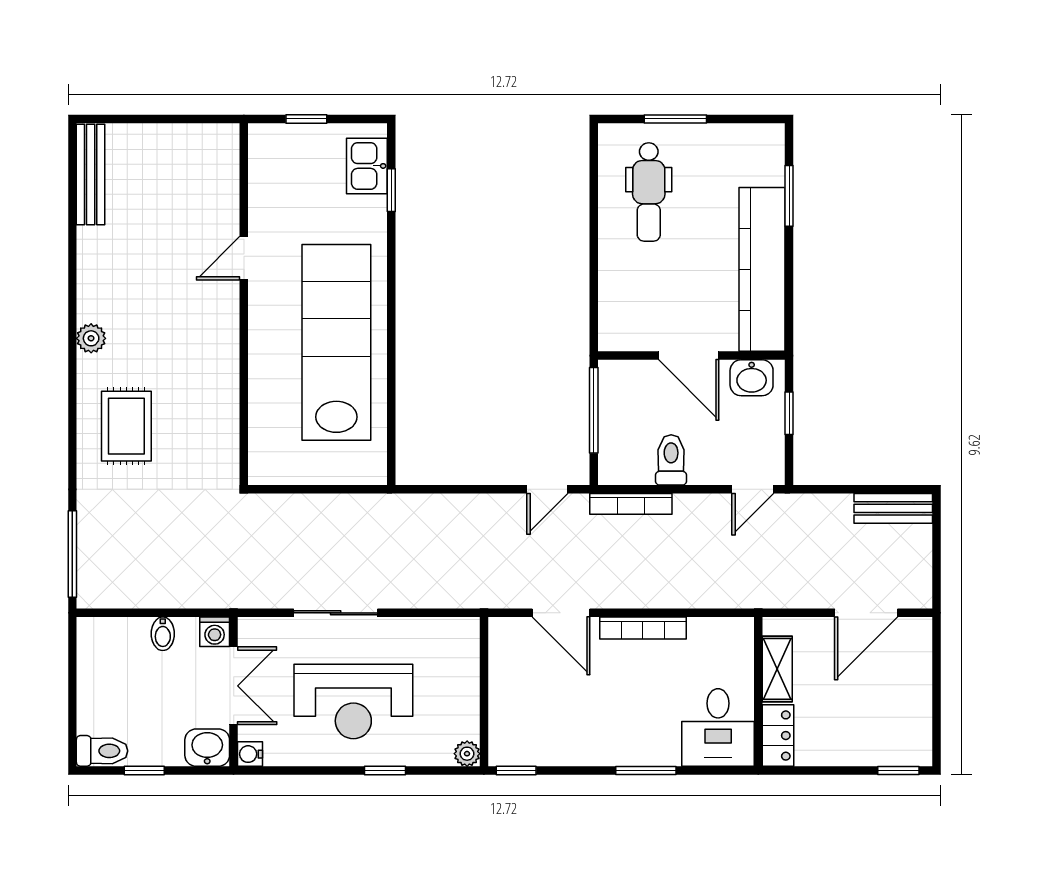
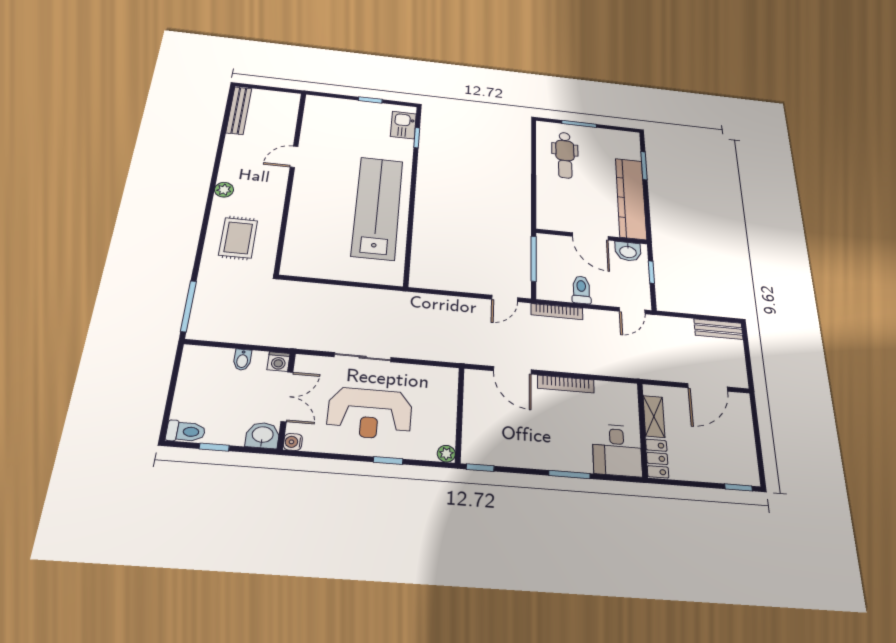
door: (244, 258) -> (294, 157), moved
wall: (244, 304) -> (291, 179), moved

